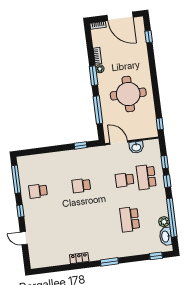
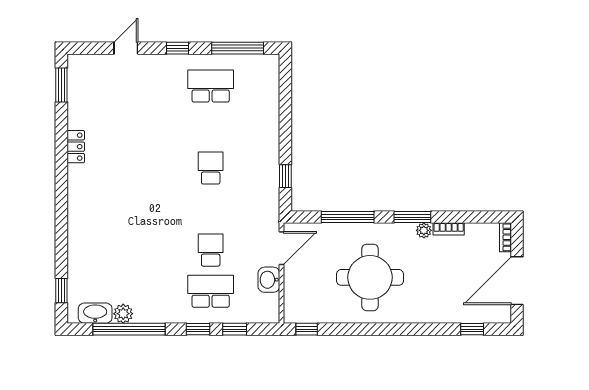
school desk: (38, 191) -> (211, 86), width x1.85
school desk: (130, 219) -> (136, 250), removed
window: (109, 262) -> (61, 85), moved

